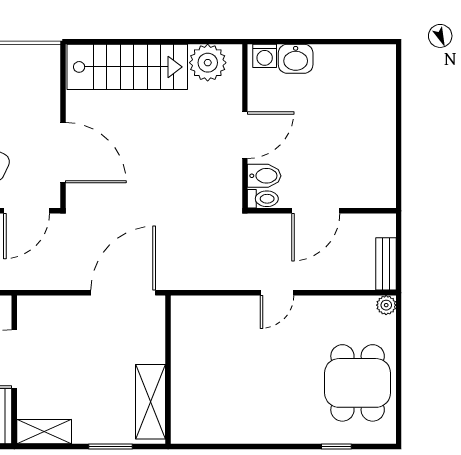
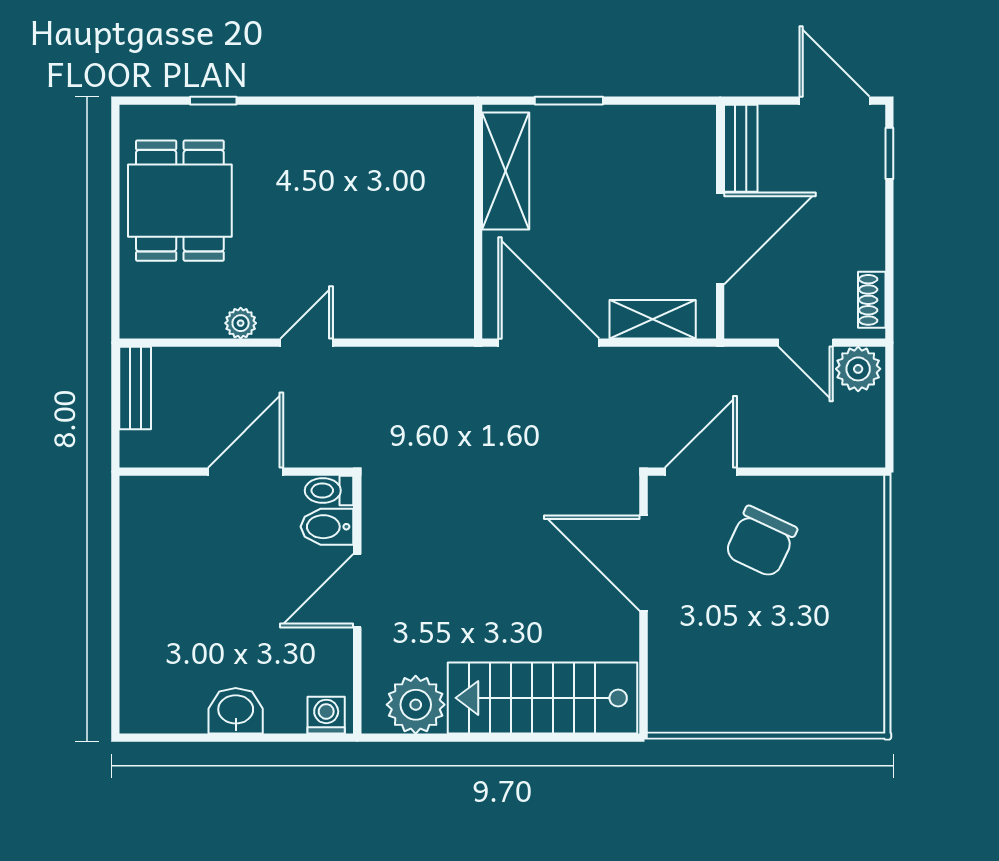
washbasin: (296, 59) -> (236, 711), moved
door: (123, 293) -> (549, 343), swing flipped
plant: (386, 305) -> (241, 323), moved
shelving: (44, 432) -> (653, 319), moved

